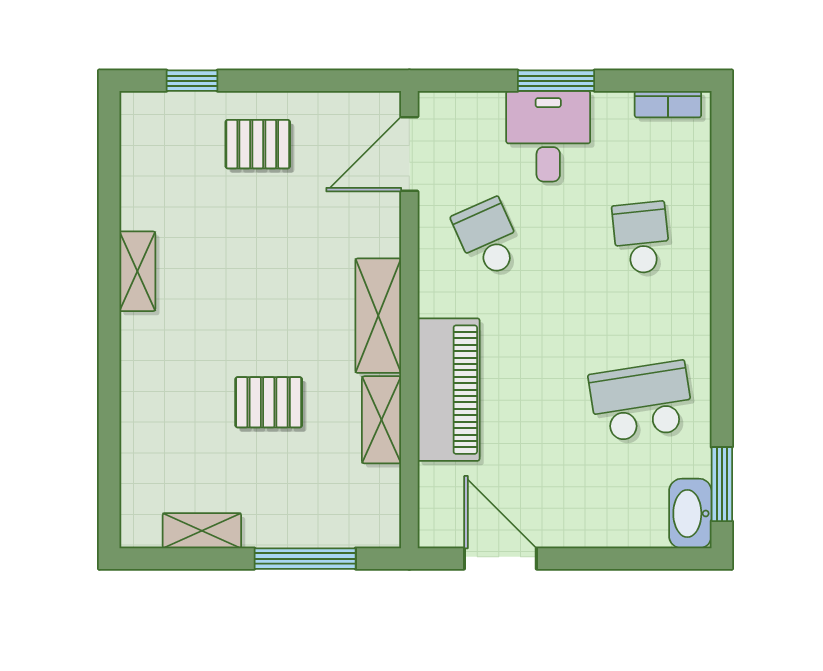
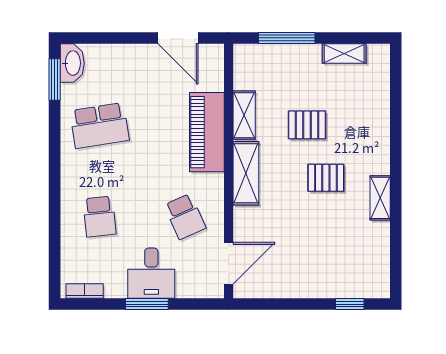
pallet: (258, 144) -> (326, 178), moved

